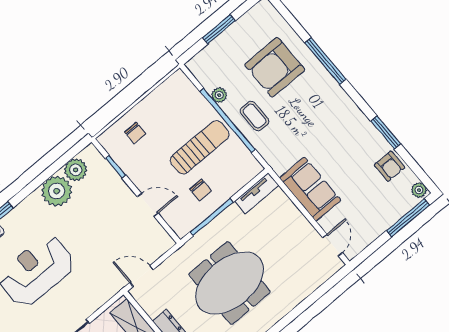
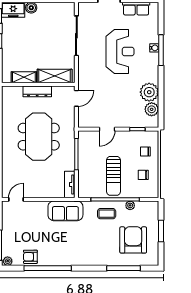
window: (325, 61) -> (123, 268), moved
armchair: (275, 67) -> (133, 240), moved
window: (386, 132) -> (48, 268), width x2.11
sofa: (310, 189) -> (65, 211), moved
chair: (201, 190) -> (143, 175), moved
door: (333, 245) -> (16, 199), swing flipped

